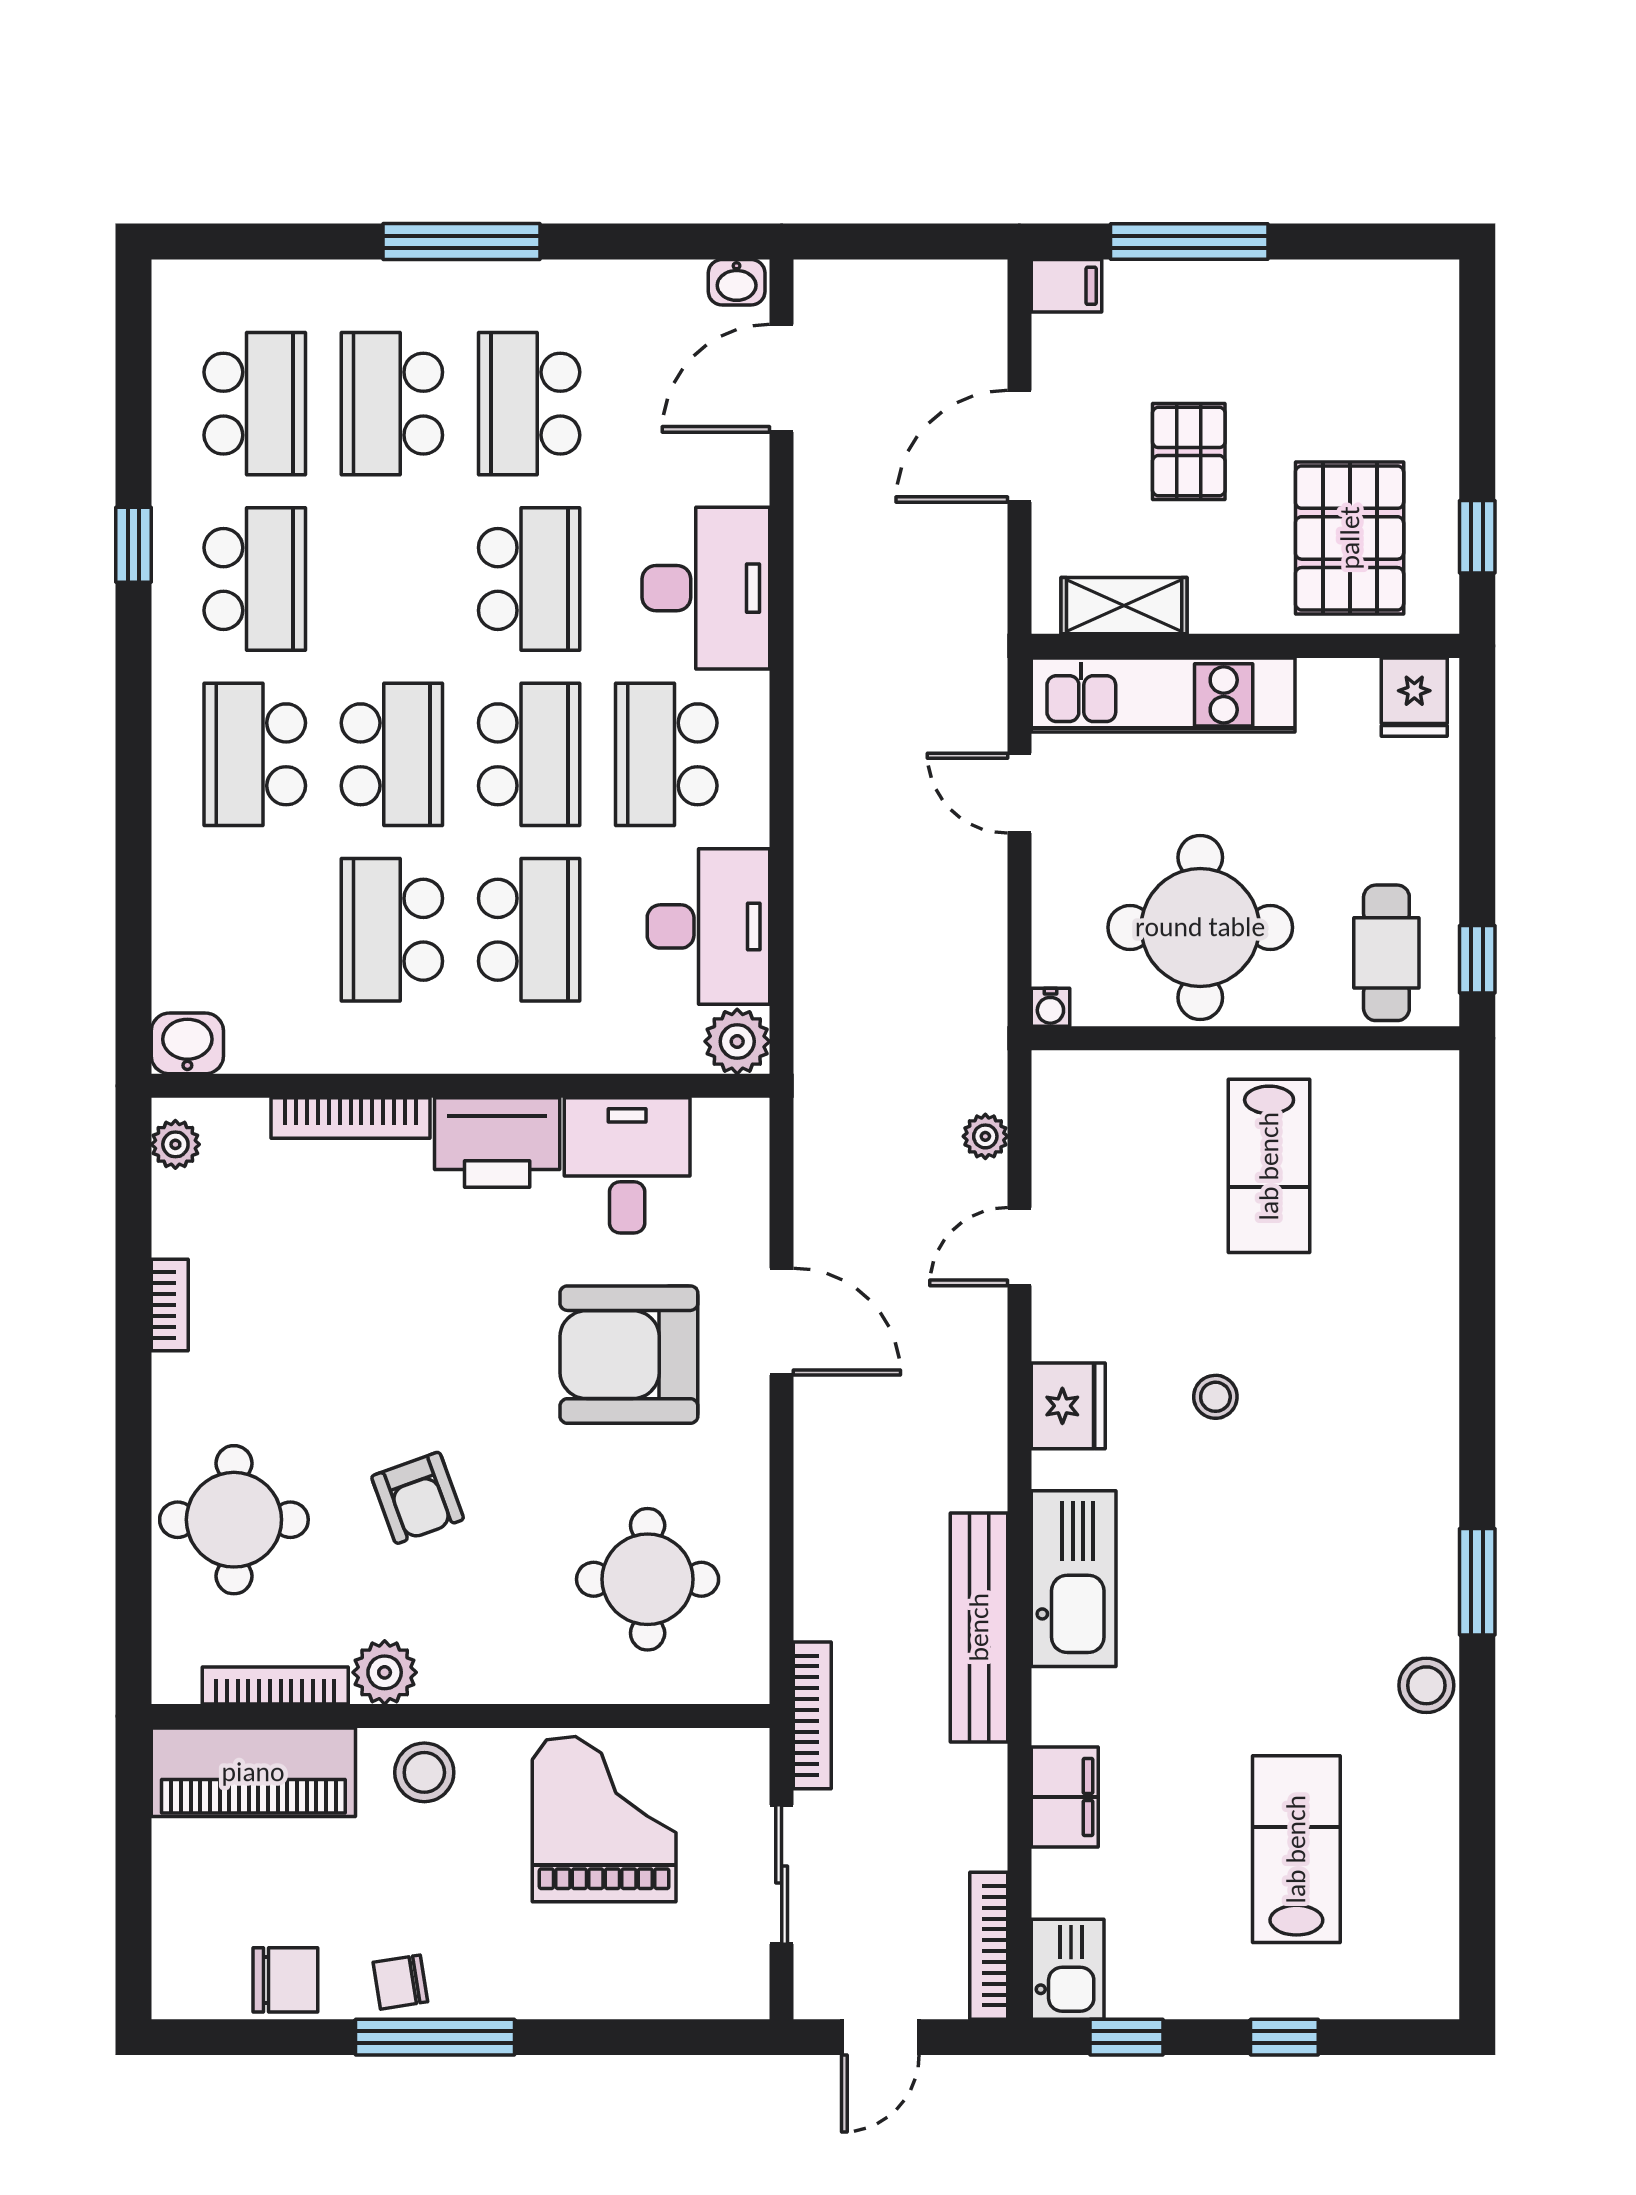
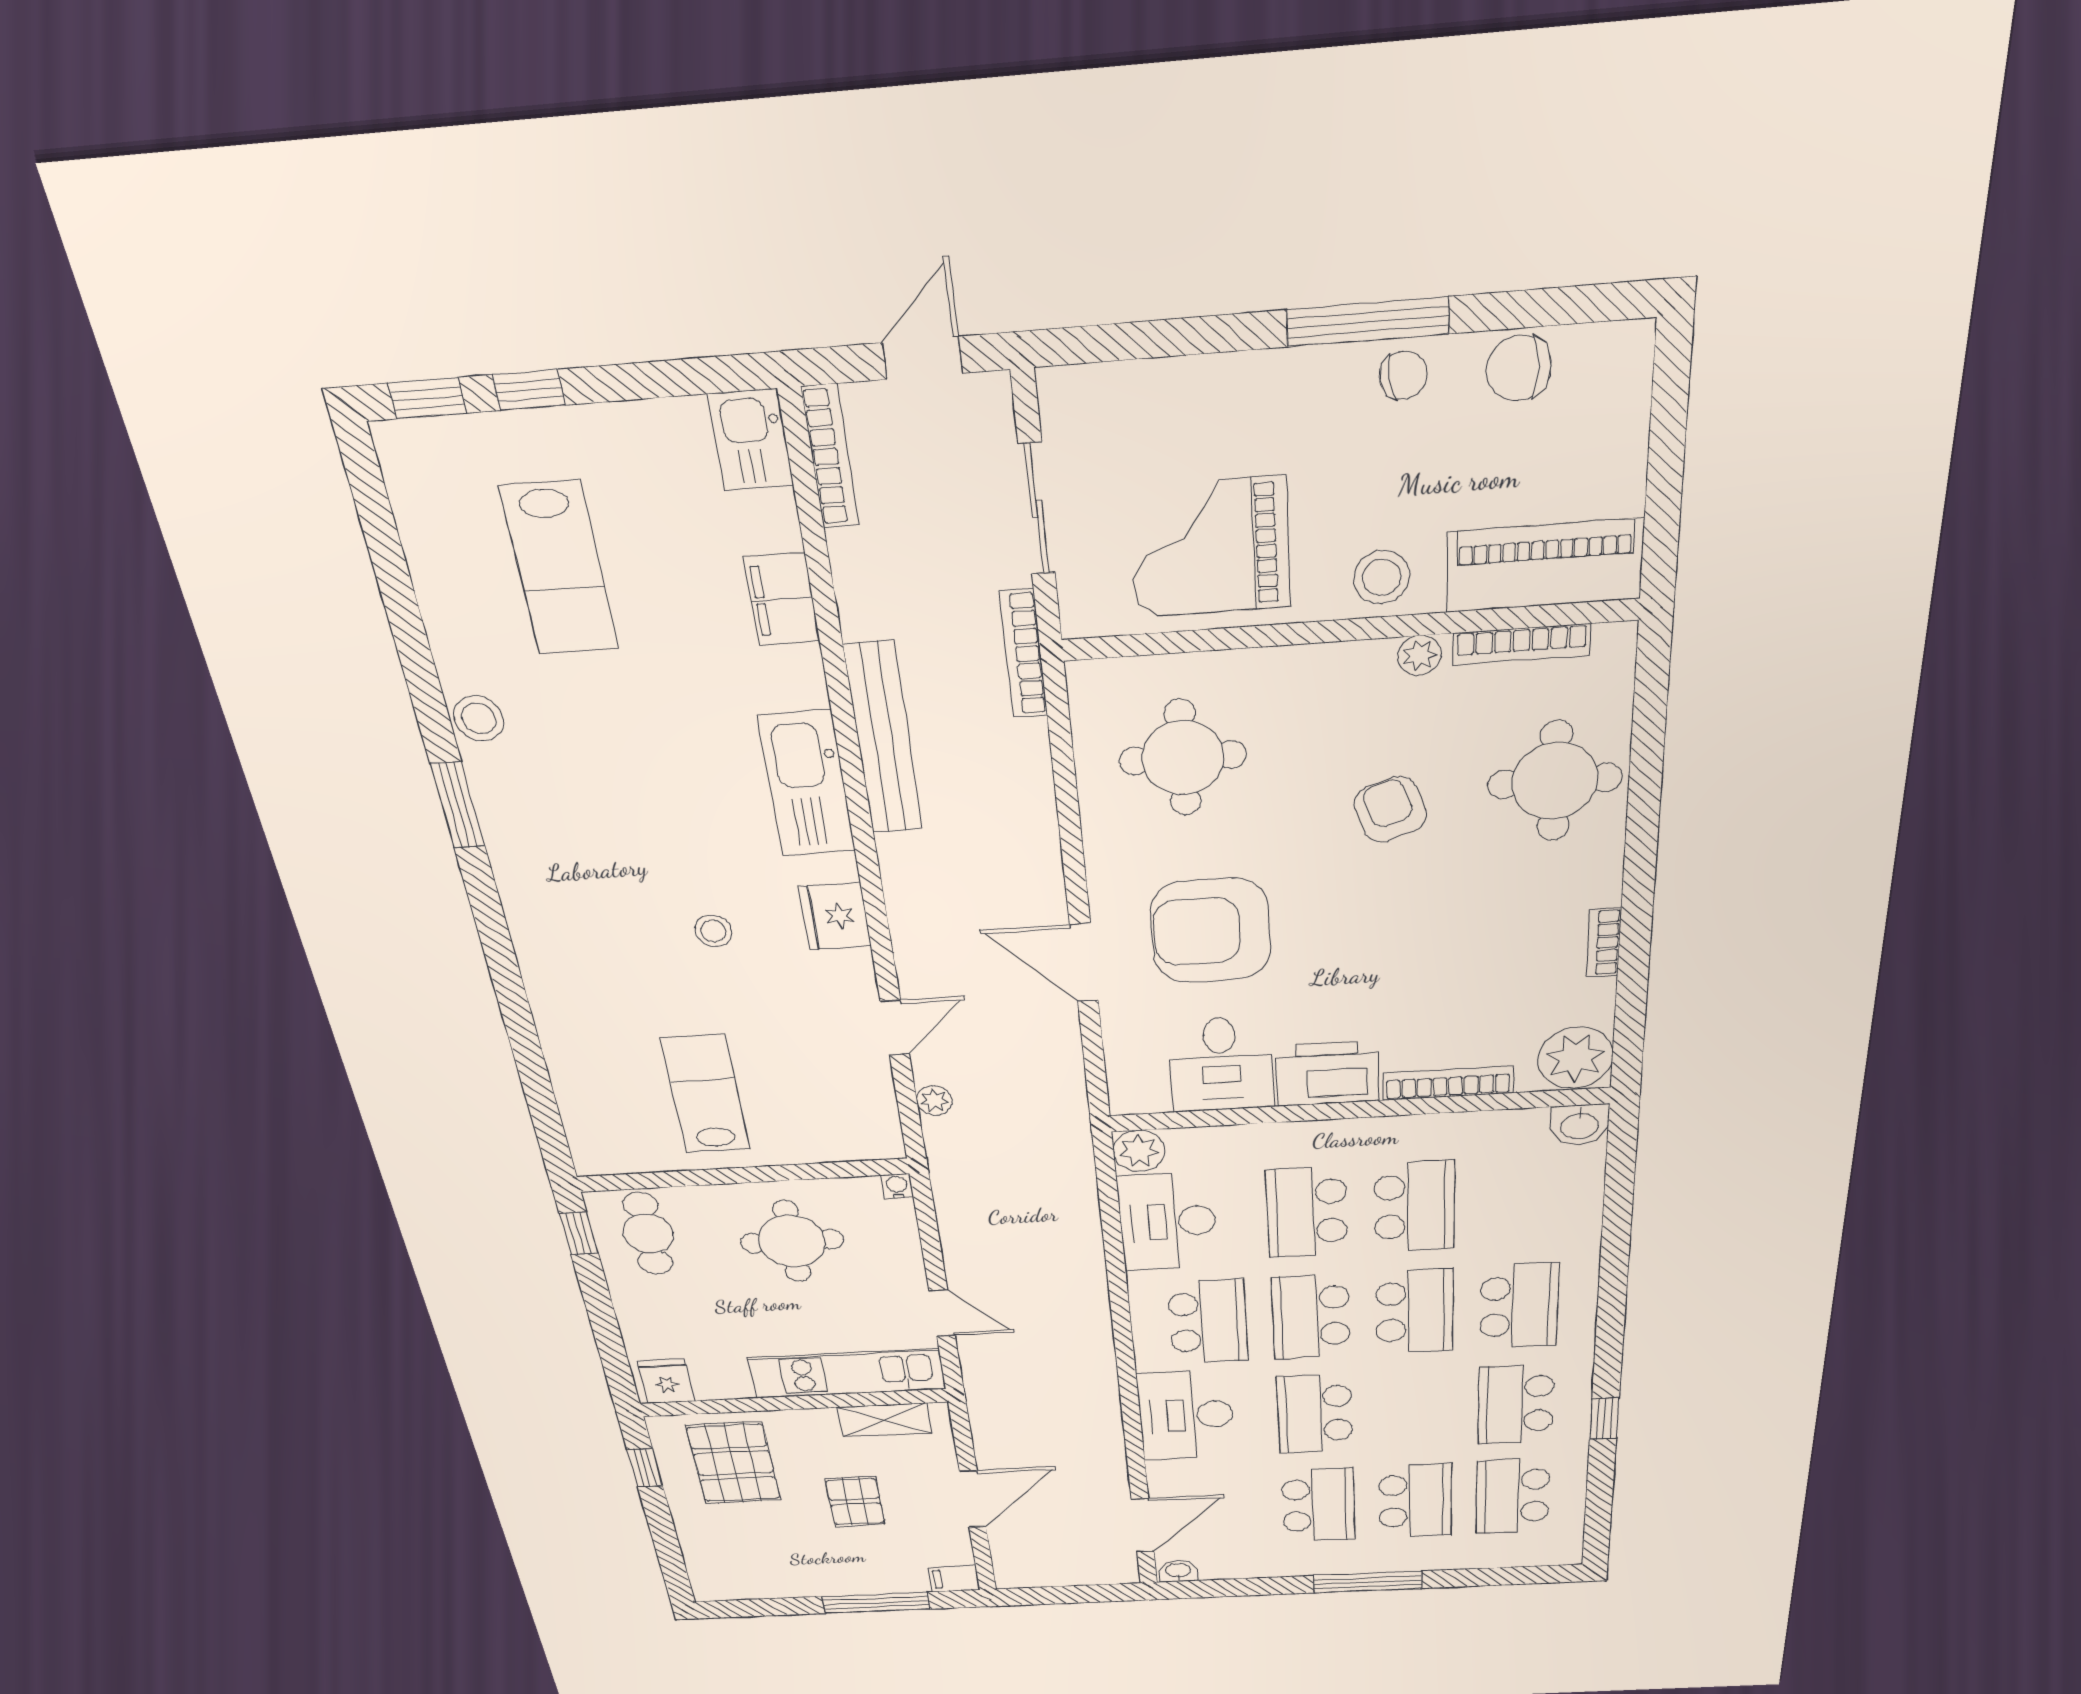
school desk: (392, 754) -> (1415, 1311), turned 180
round table: (1200, 927) -> (792, 1241), width x0.73, depth x0.73
plant: (175, 1144) -> (1575, 1058), width x1.88, depth x1.88
armchair: (629, 1355) -> (1211, 931), turned 180
plant: (385, 1672) -> (1419, 655), width x0.73, depth x0.73
grand piano: (604, 1819) -> (1210, 547), turned 90
window: (1127, 2037) -> (427, 398), moved

